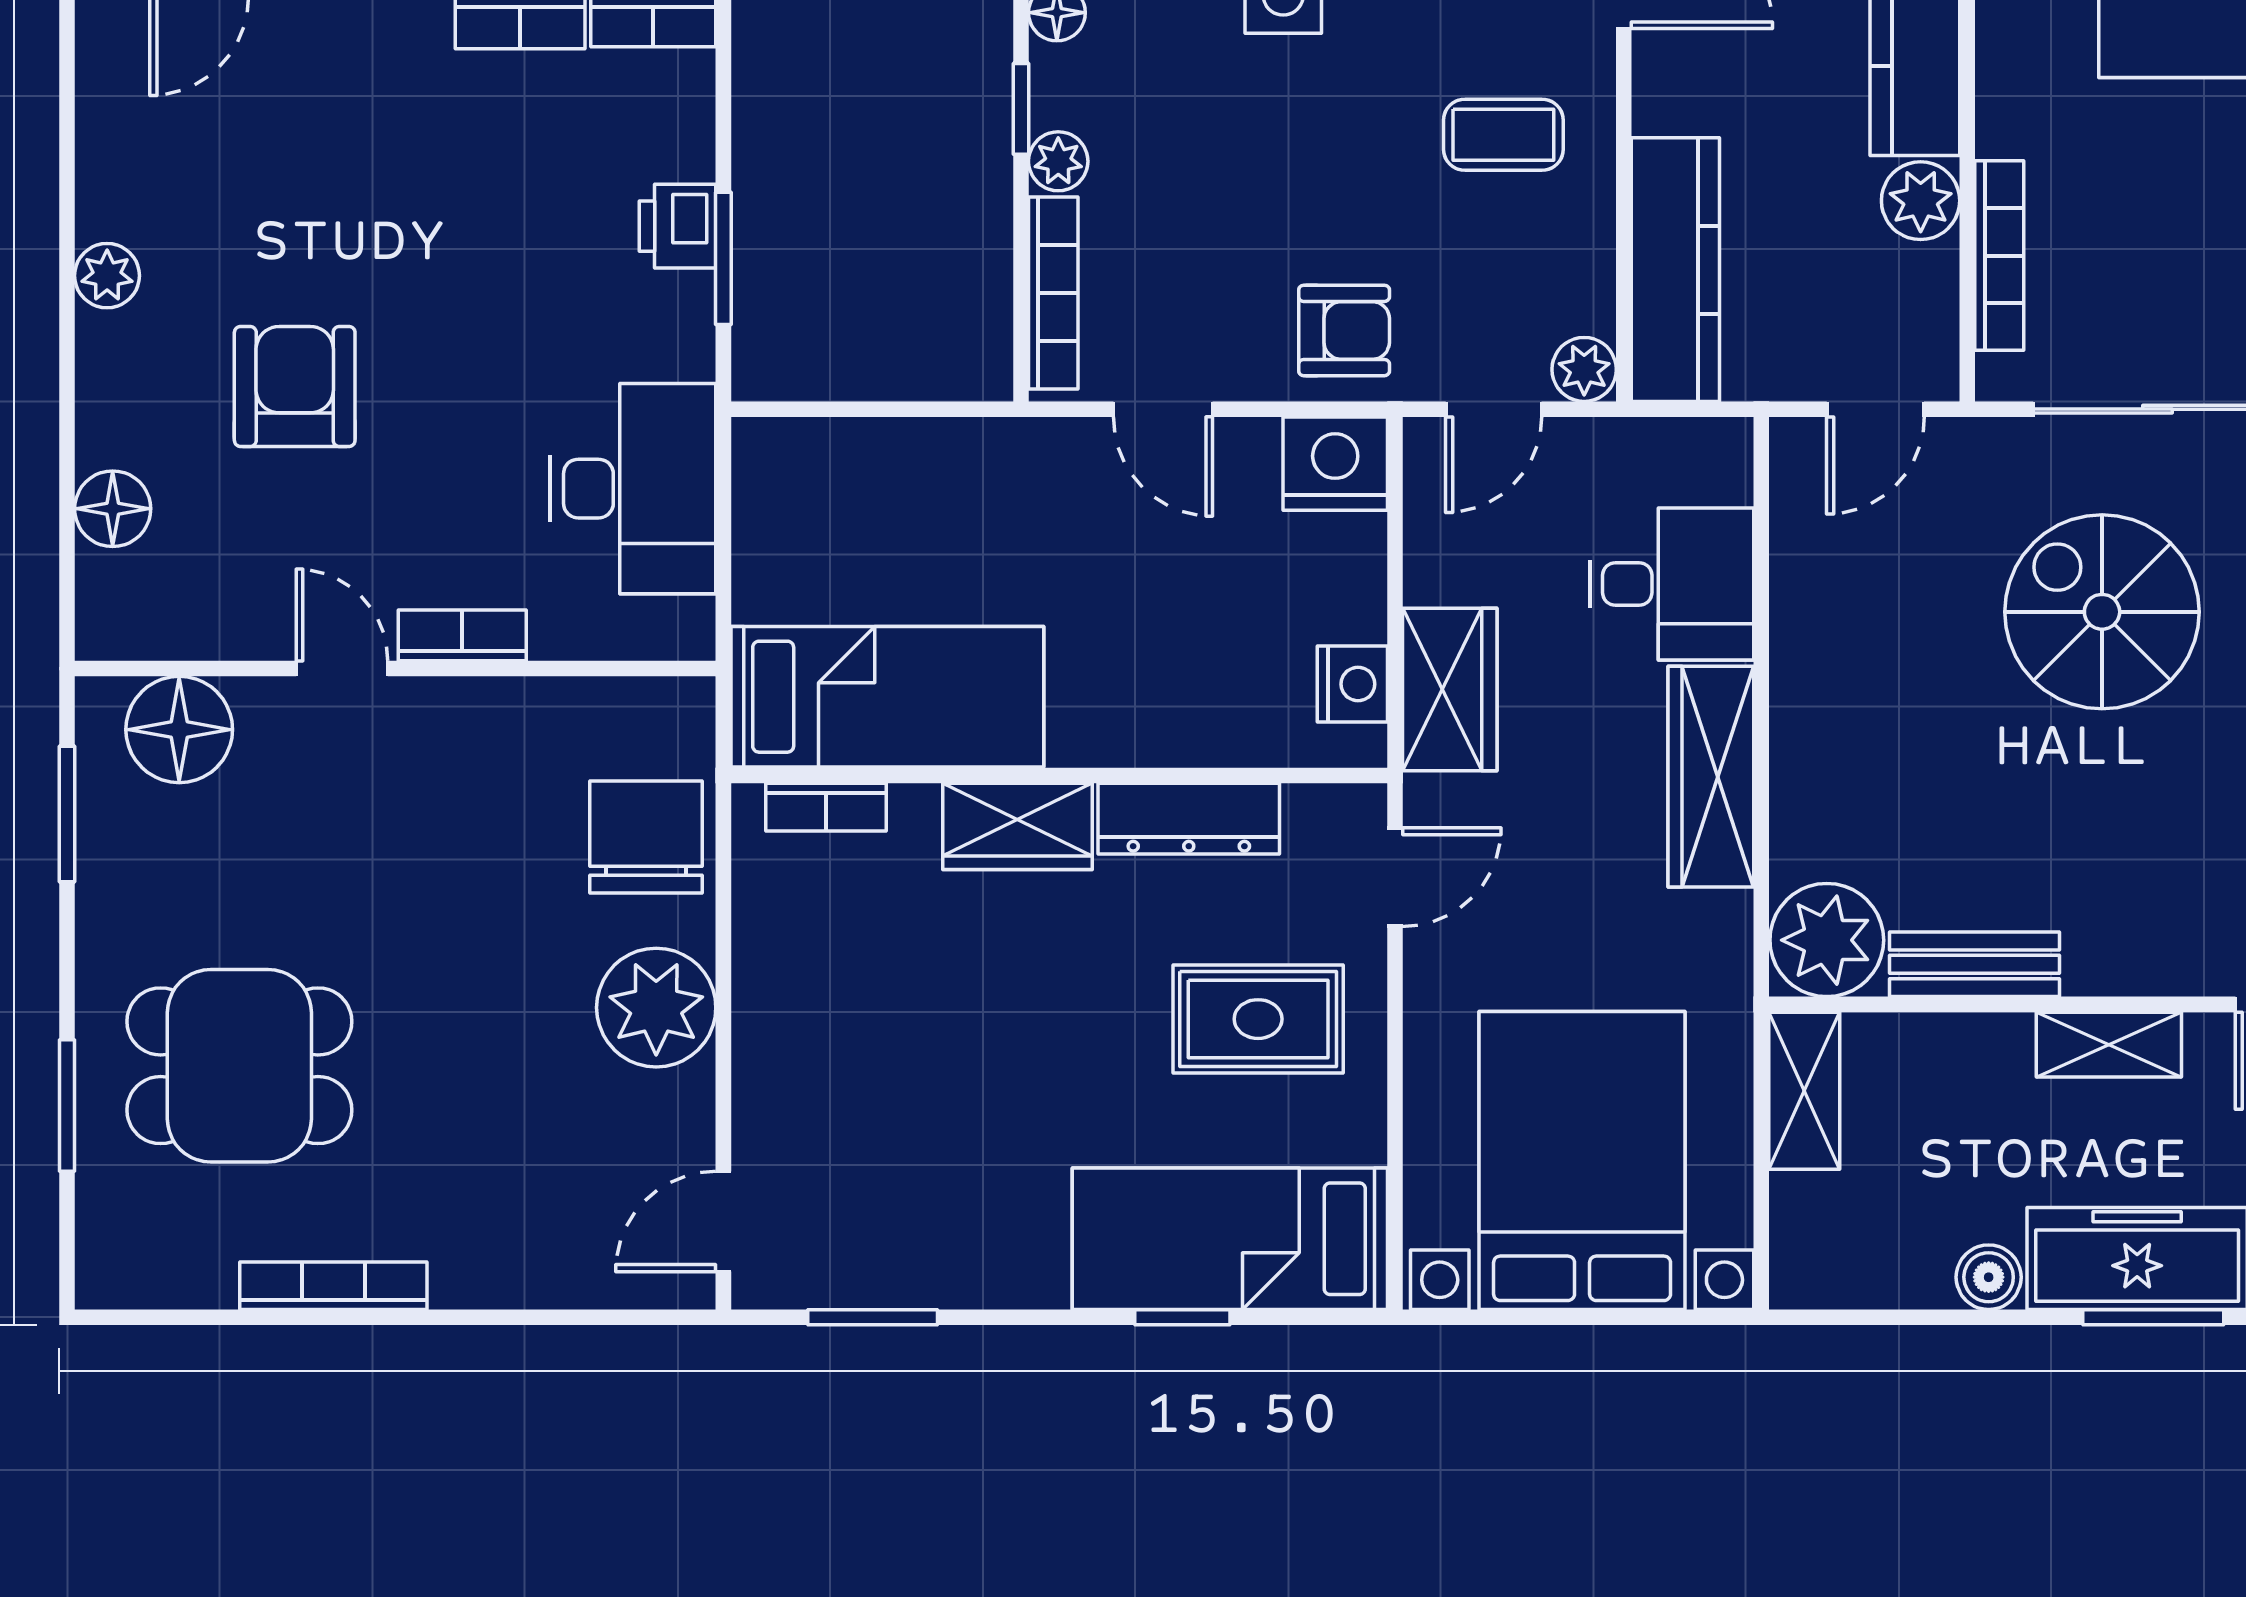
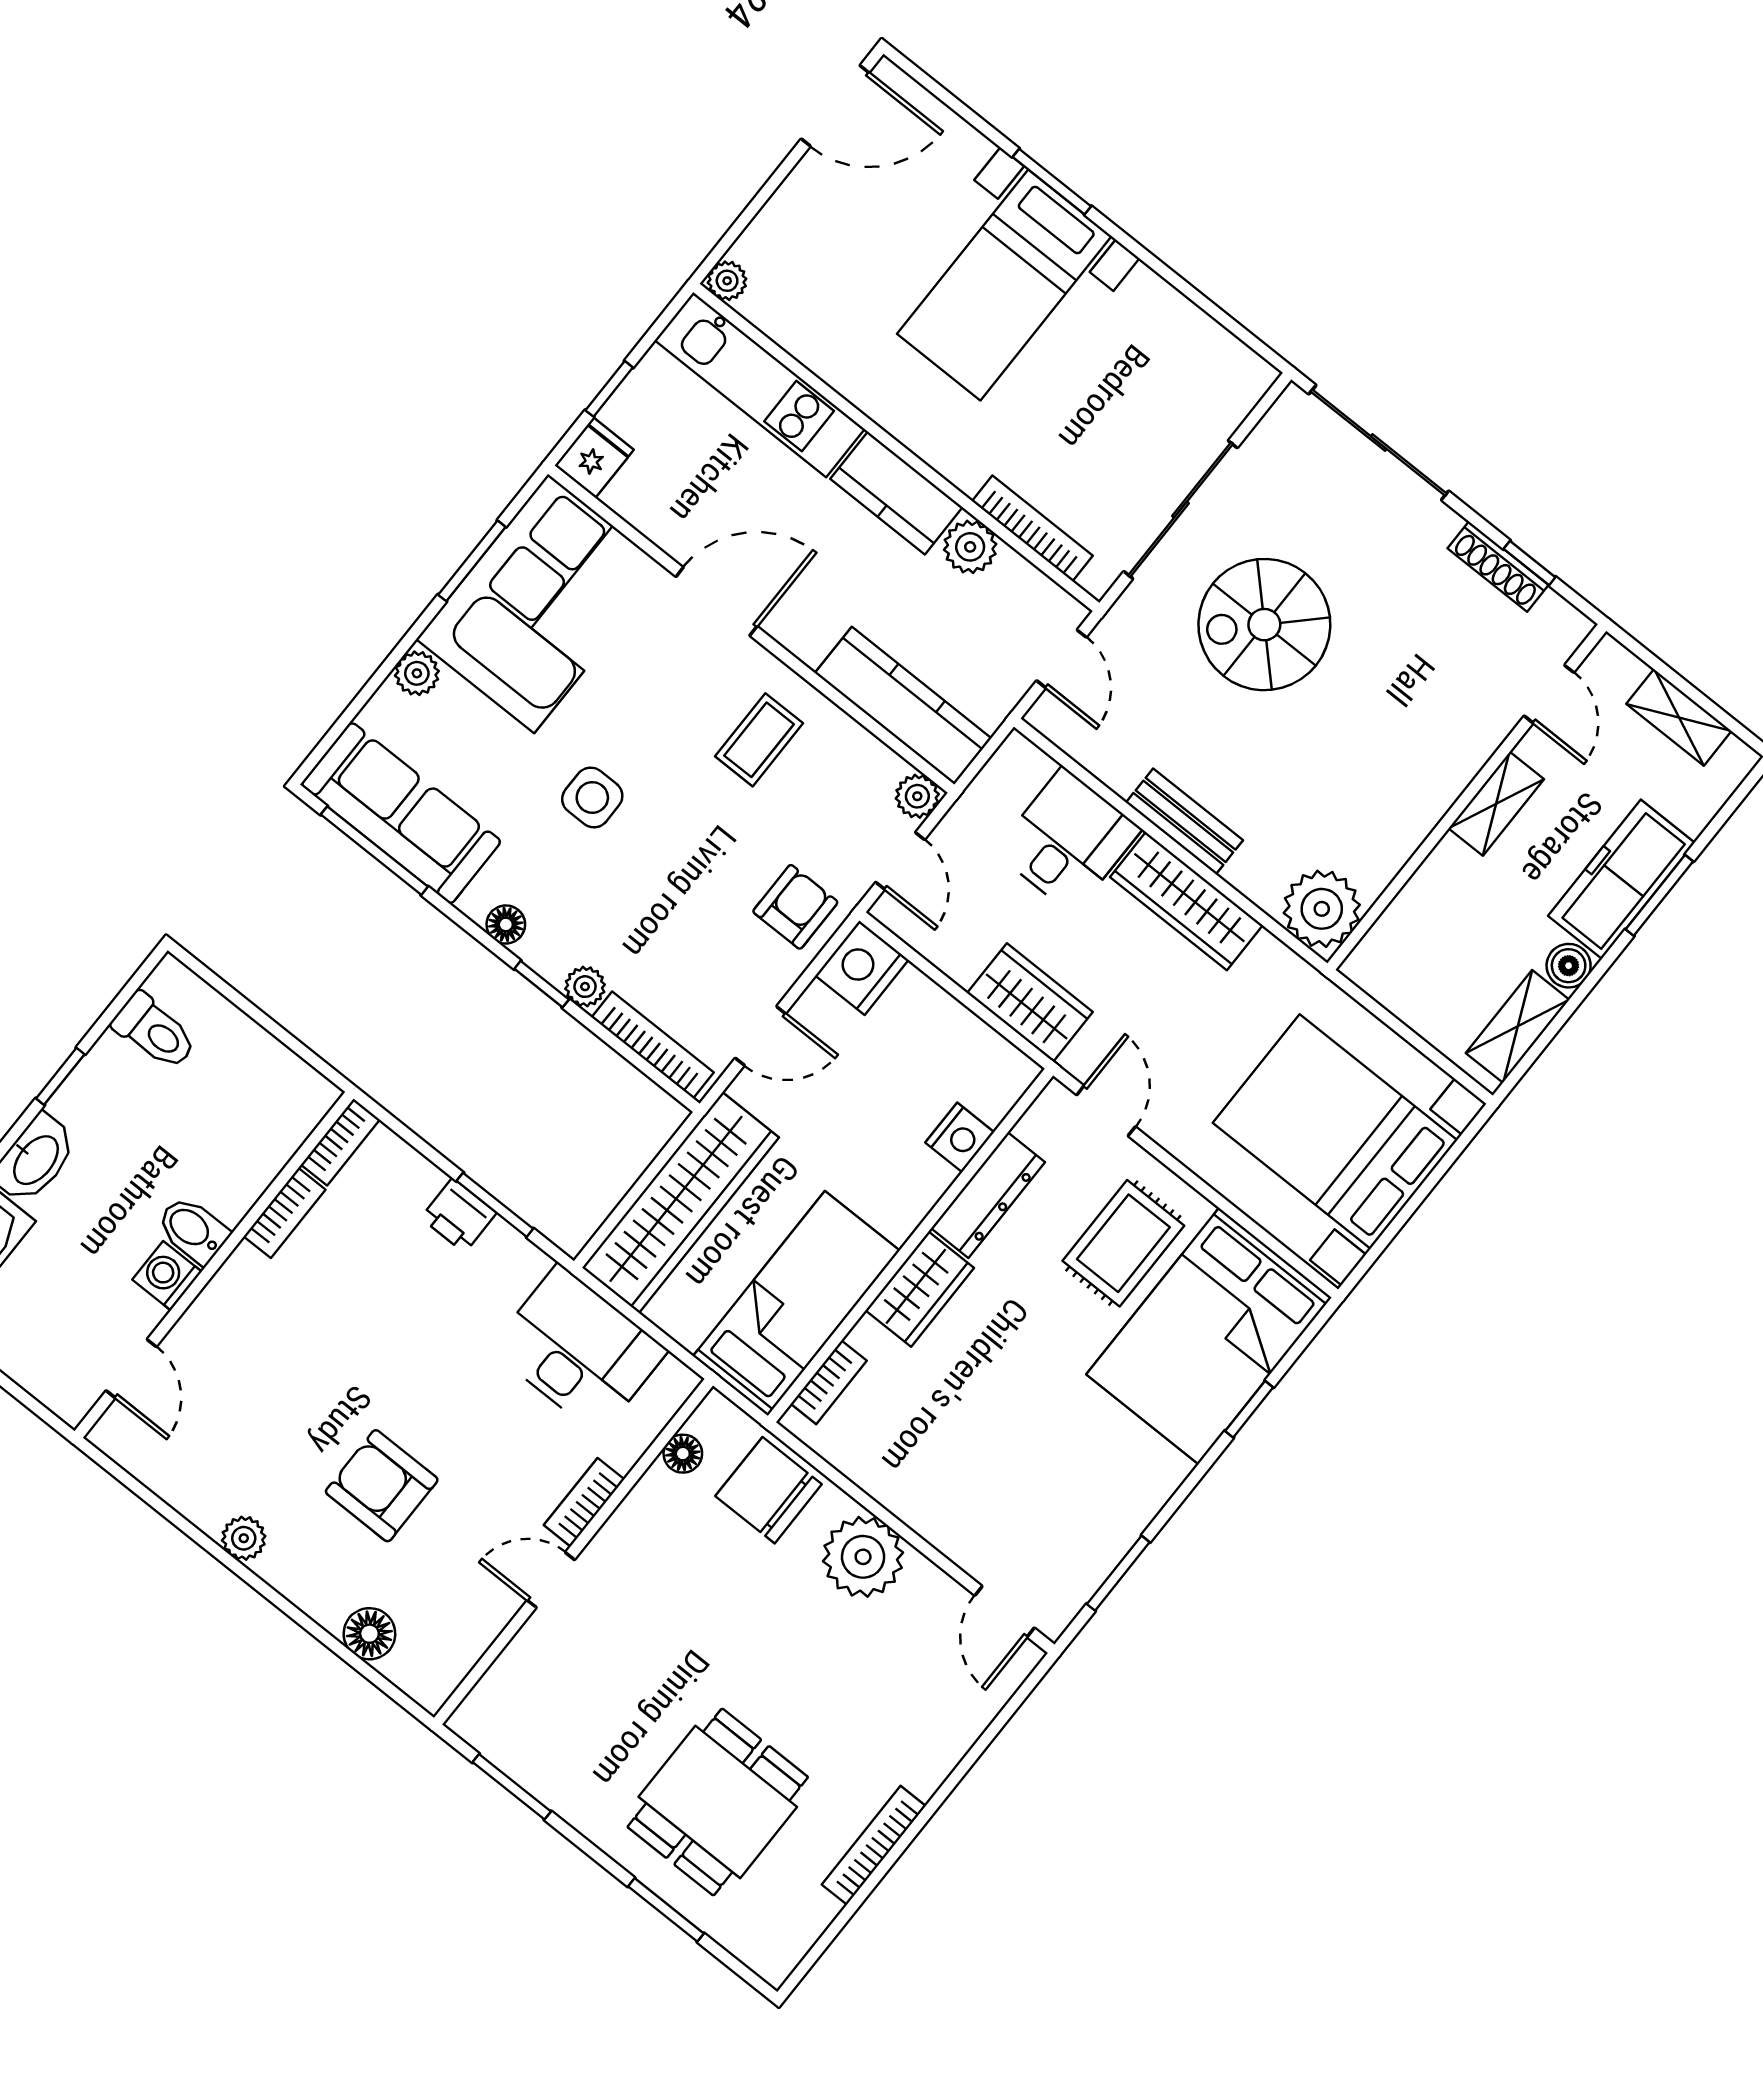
wardrobe: (897, 471) -> (681, 1202), added
nightstand: (1352, 684) -> (960, 1137), moved, turned 90
floor lamp: (179, 730) -> (683, 1454), moved, width x0.53, depth x0.53
bench: (1975, 964) -> (1184, 821), moved, turned 90
shelving: (1804, 1091) -> (1518, 1026), moved, turned 90
bed: (1230, 1239) -> (1209, 1336), width x1.50

